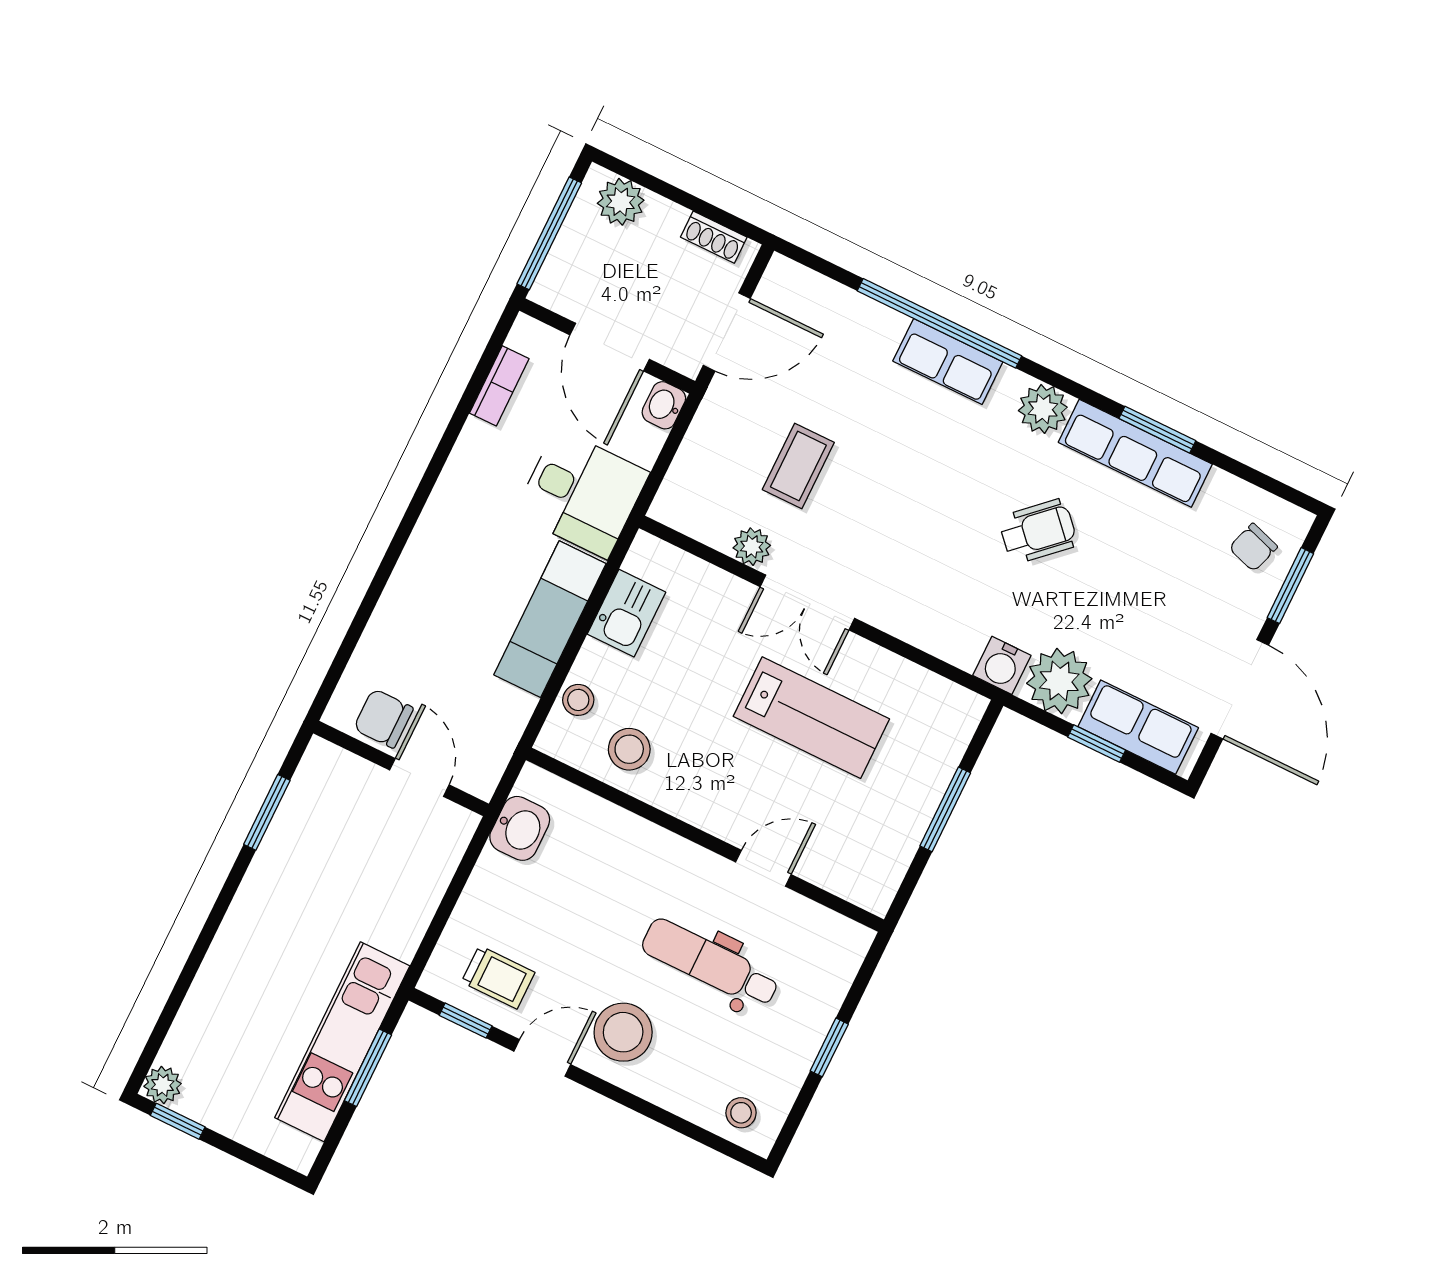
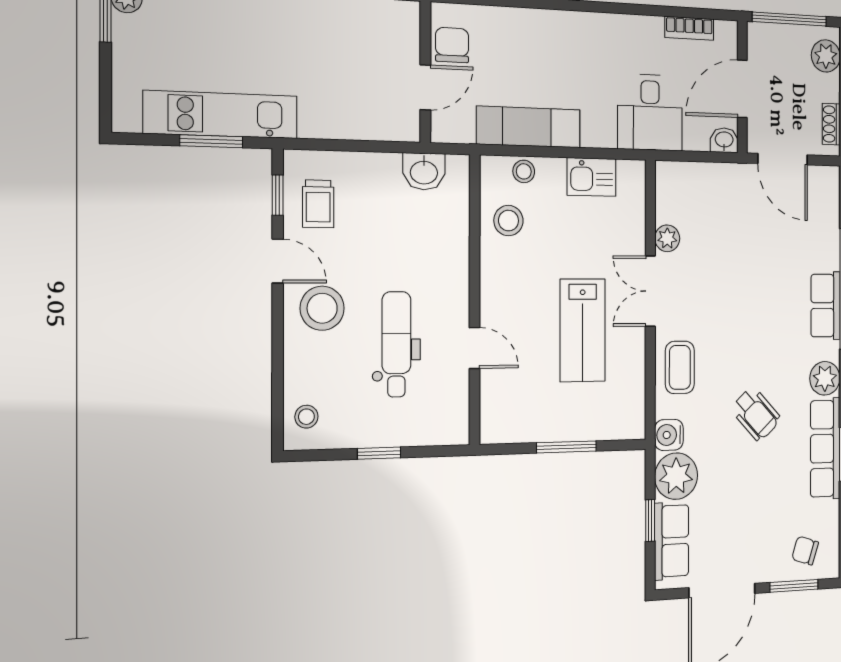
coffee table: (798, 466) -> (680, 367), moved, turned 90
exam couch: (550, 619) -> (529, 127), moved

